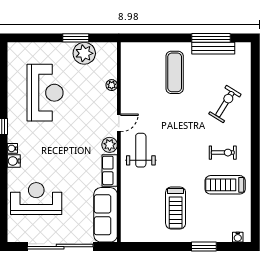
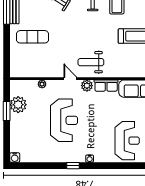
reception desk: (45, 93) -> (64, 120), moved, turned 90
water cooler: (14, 161) -> (15, 157), moved
reception desk: (36, 198) -> (127, 141), turned 180

